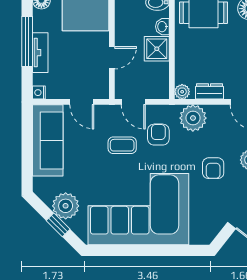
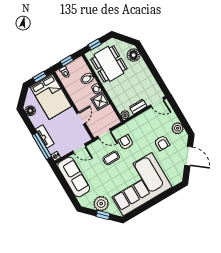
window: (27, 42) -> (42, 146), moved
plant: (193, 118) -> (138, 124), removed

